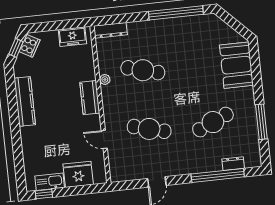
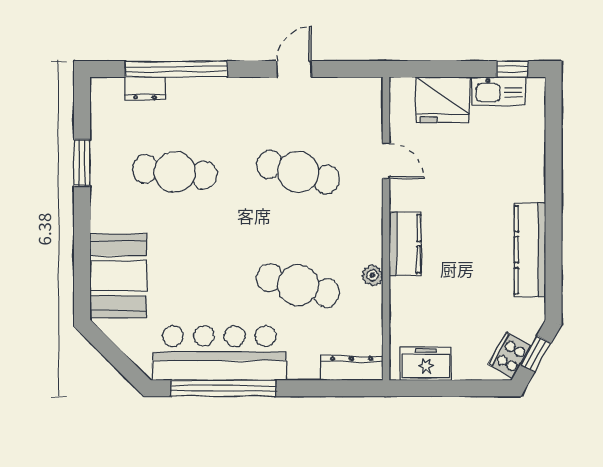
bar counter: (180, 31) -> (219, 353), added
cafe table: (213, 122) -> (175, 172), turned 30
window: (261, 122) -> (82, 163), width x0.69

